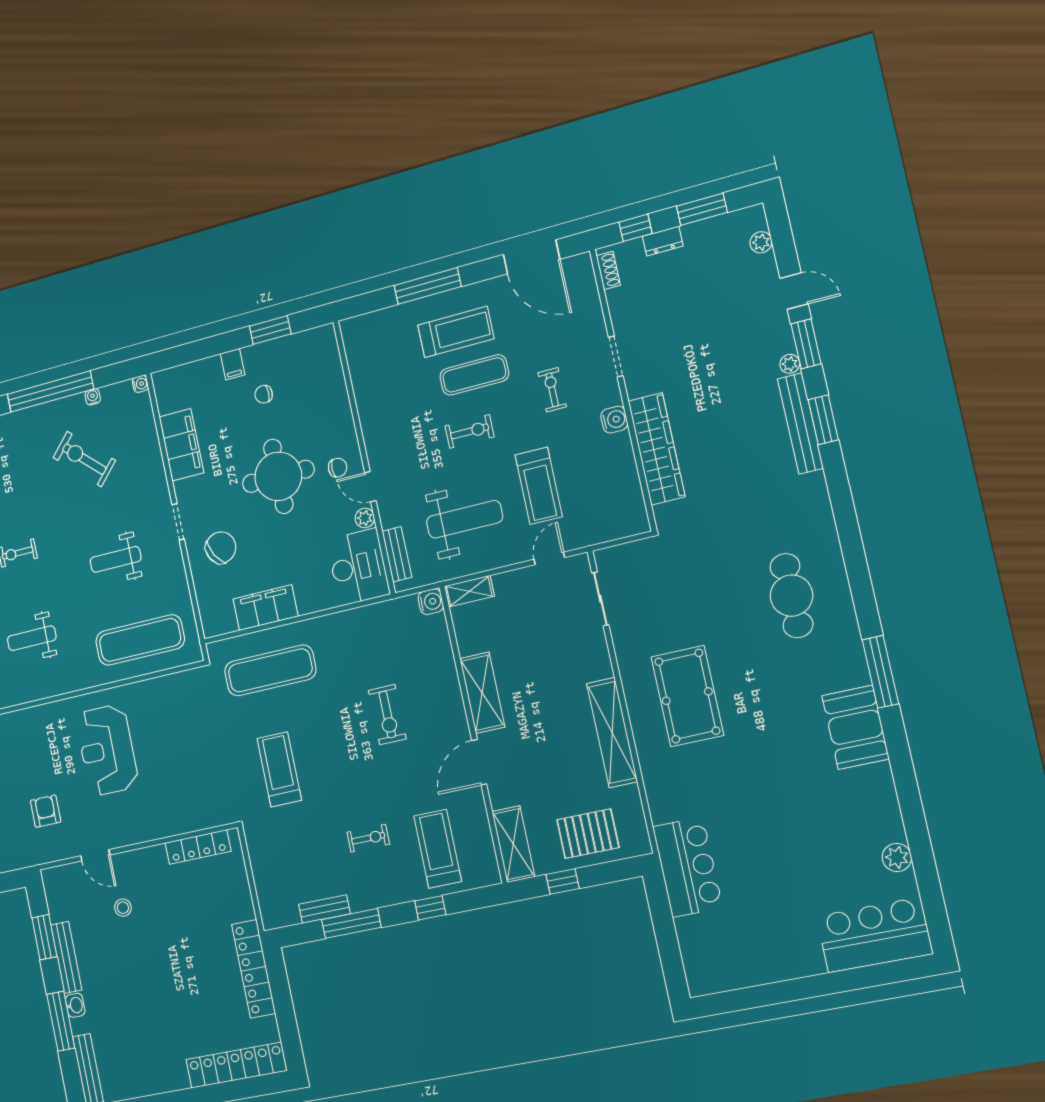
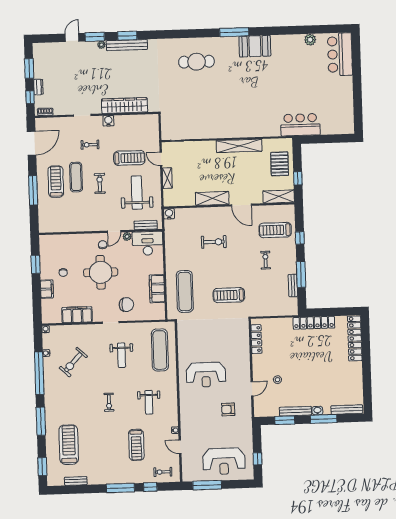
plant: (761, 242) -> (49, 47), removed
filing cabinet: (233, 364) -> (47, 289), width x2.00
chair: (221, 548) -> (126, 305), turned 120
shelving: (469, 591) -> (167, 178), moved
pool table: (687, 696) -> (230, 112), removed

